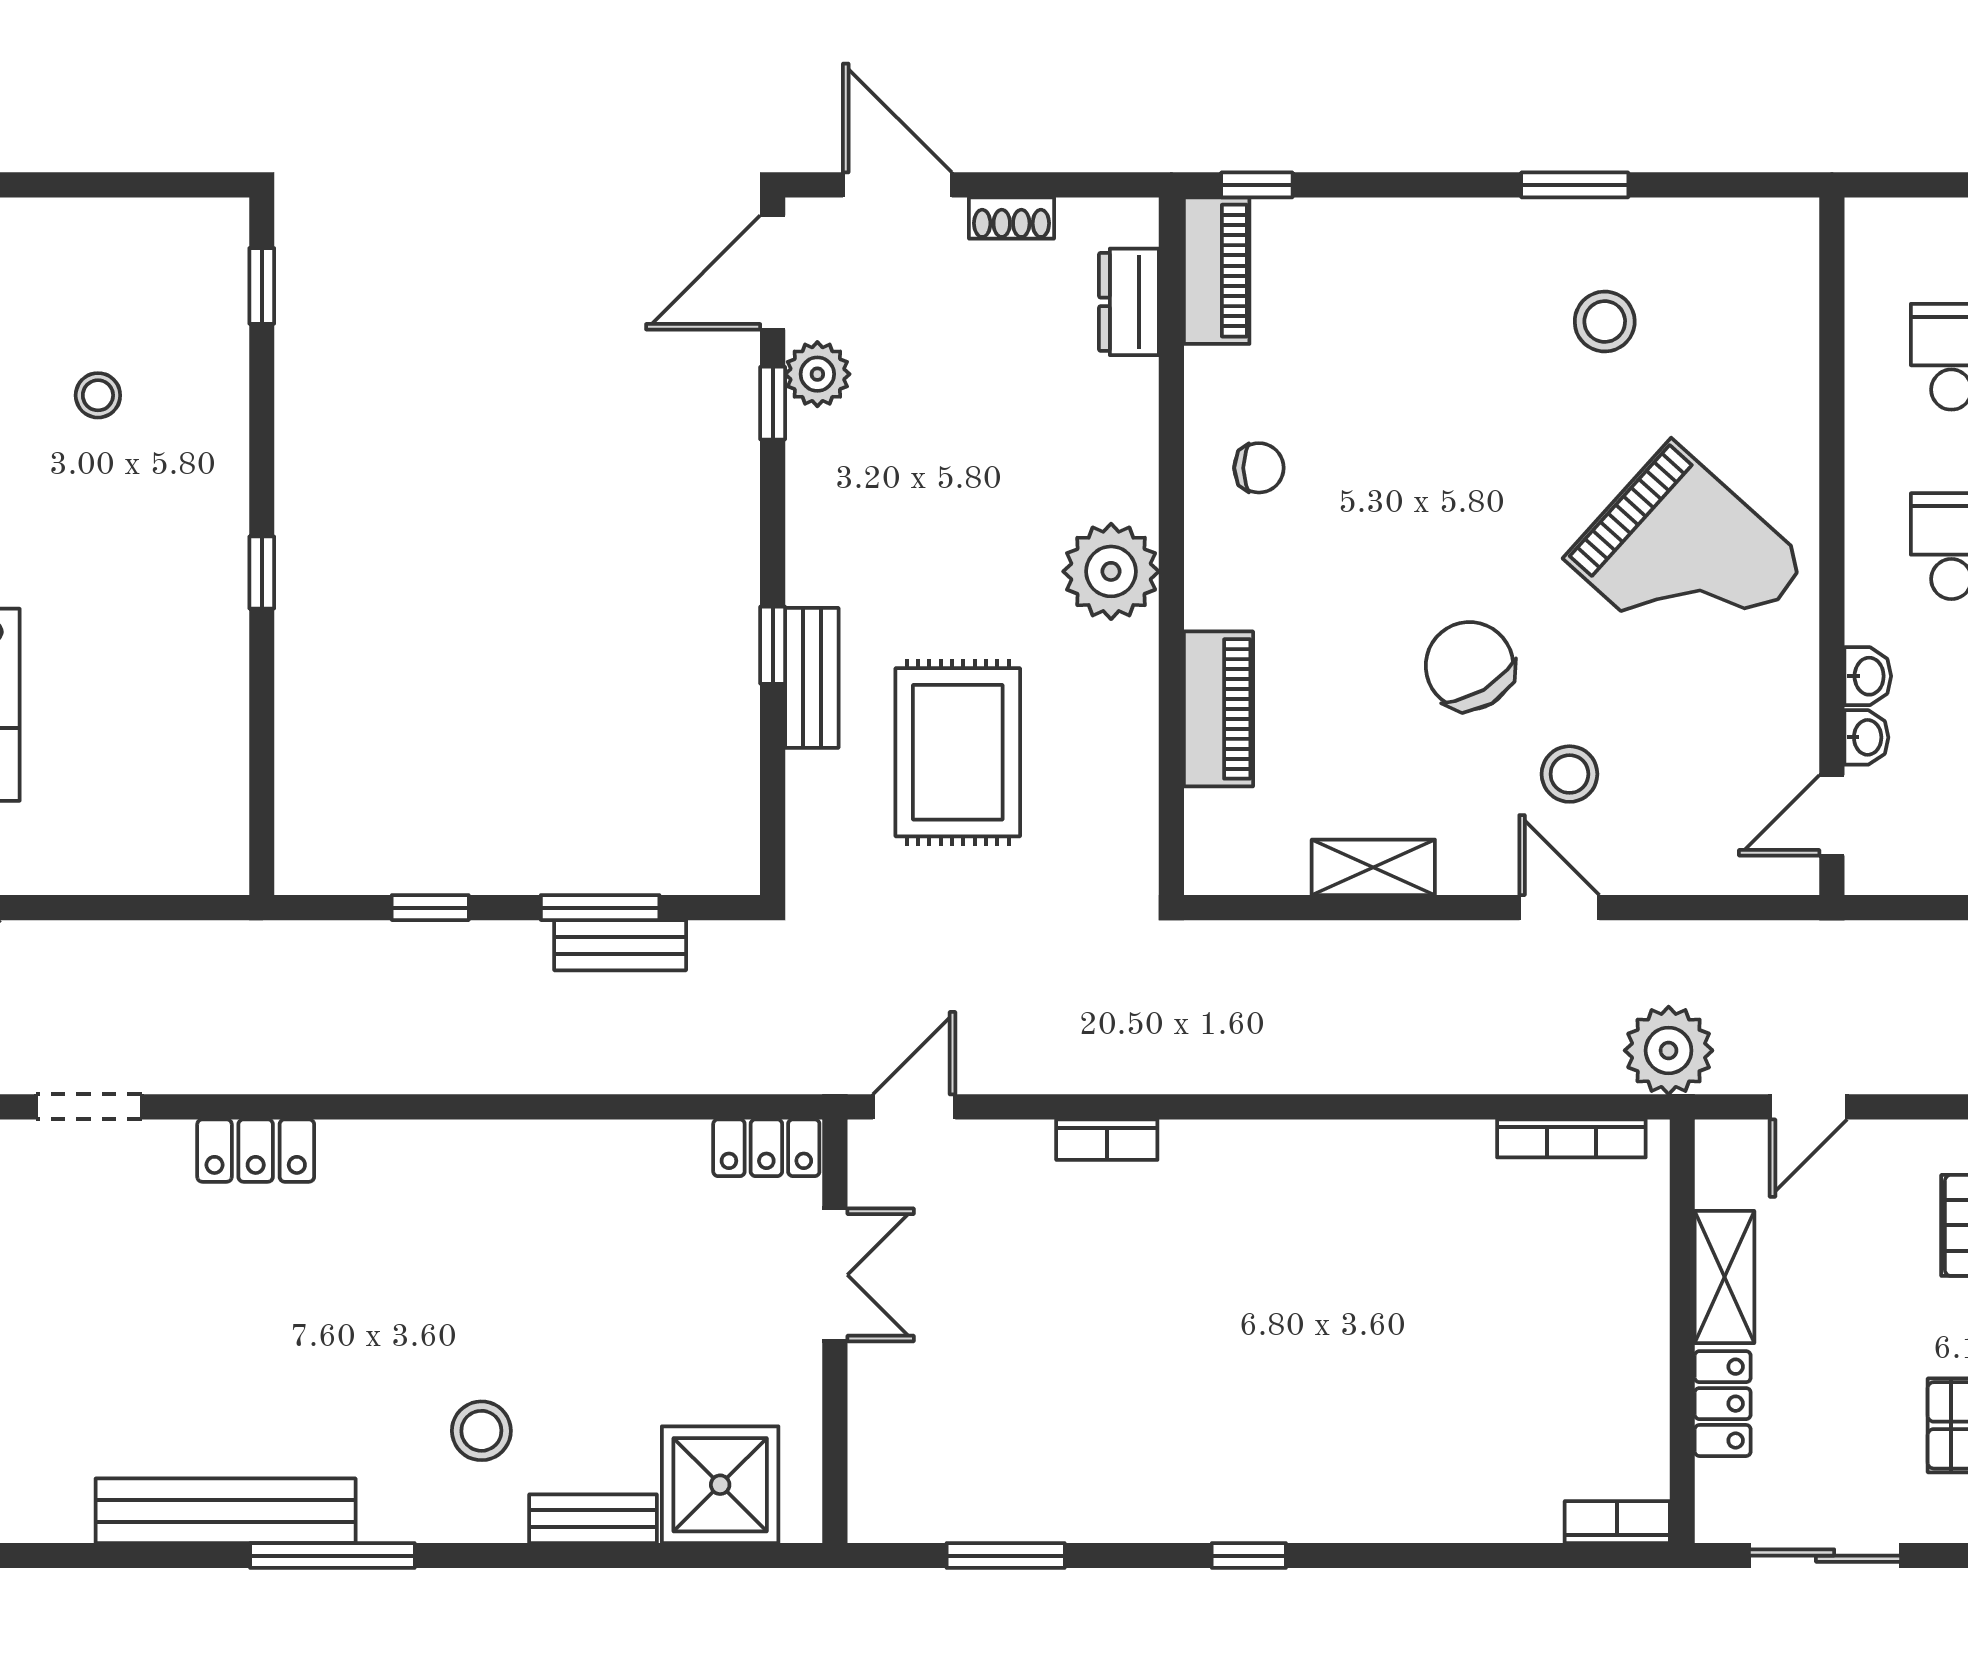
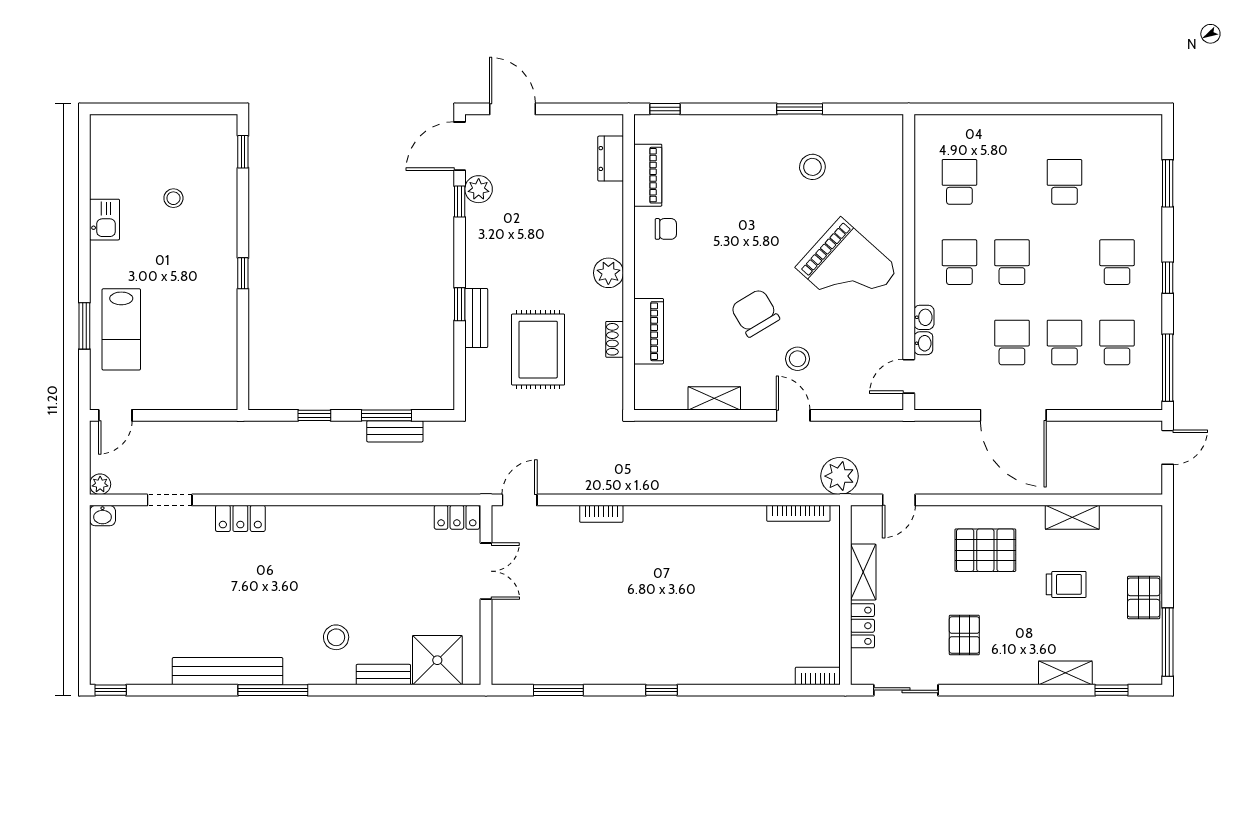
shoe rack: (1012, 218) -> (615, 339), moved, turned 90
piano: (1217, 271) -> (648, 175), moved
plant: (1111, 571) -> (608, 273), width x0.73, depth x0.73

